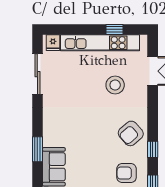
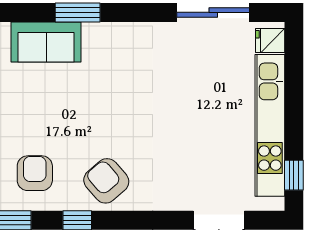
window: (114, 29) -> (294, 175), moved
stool: (115, 85) -> (194, 153), removed

